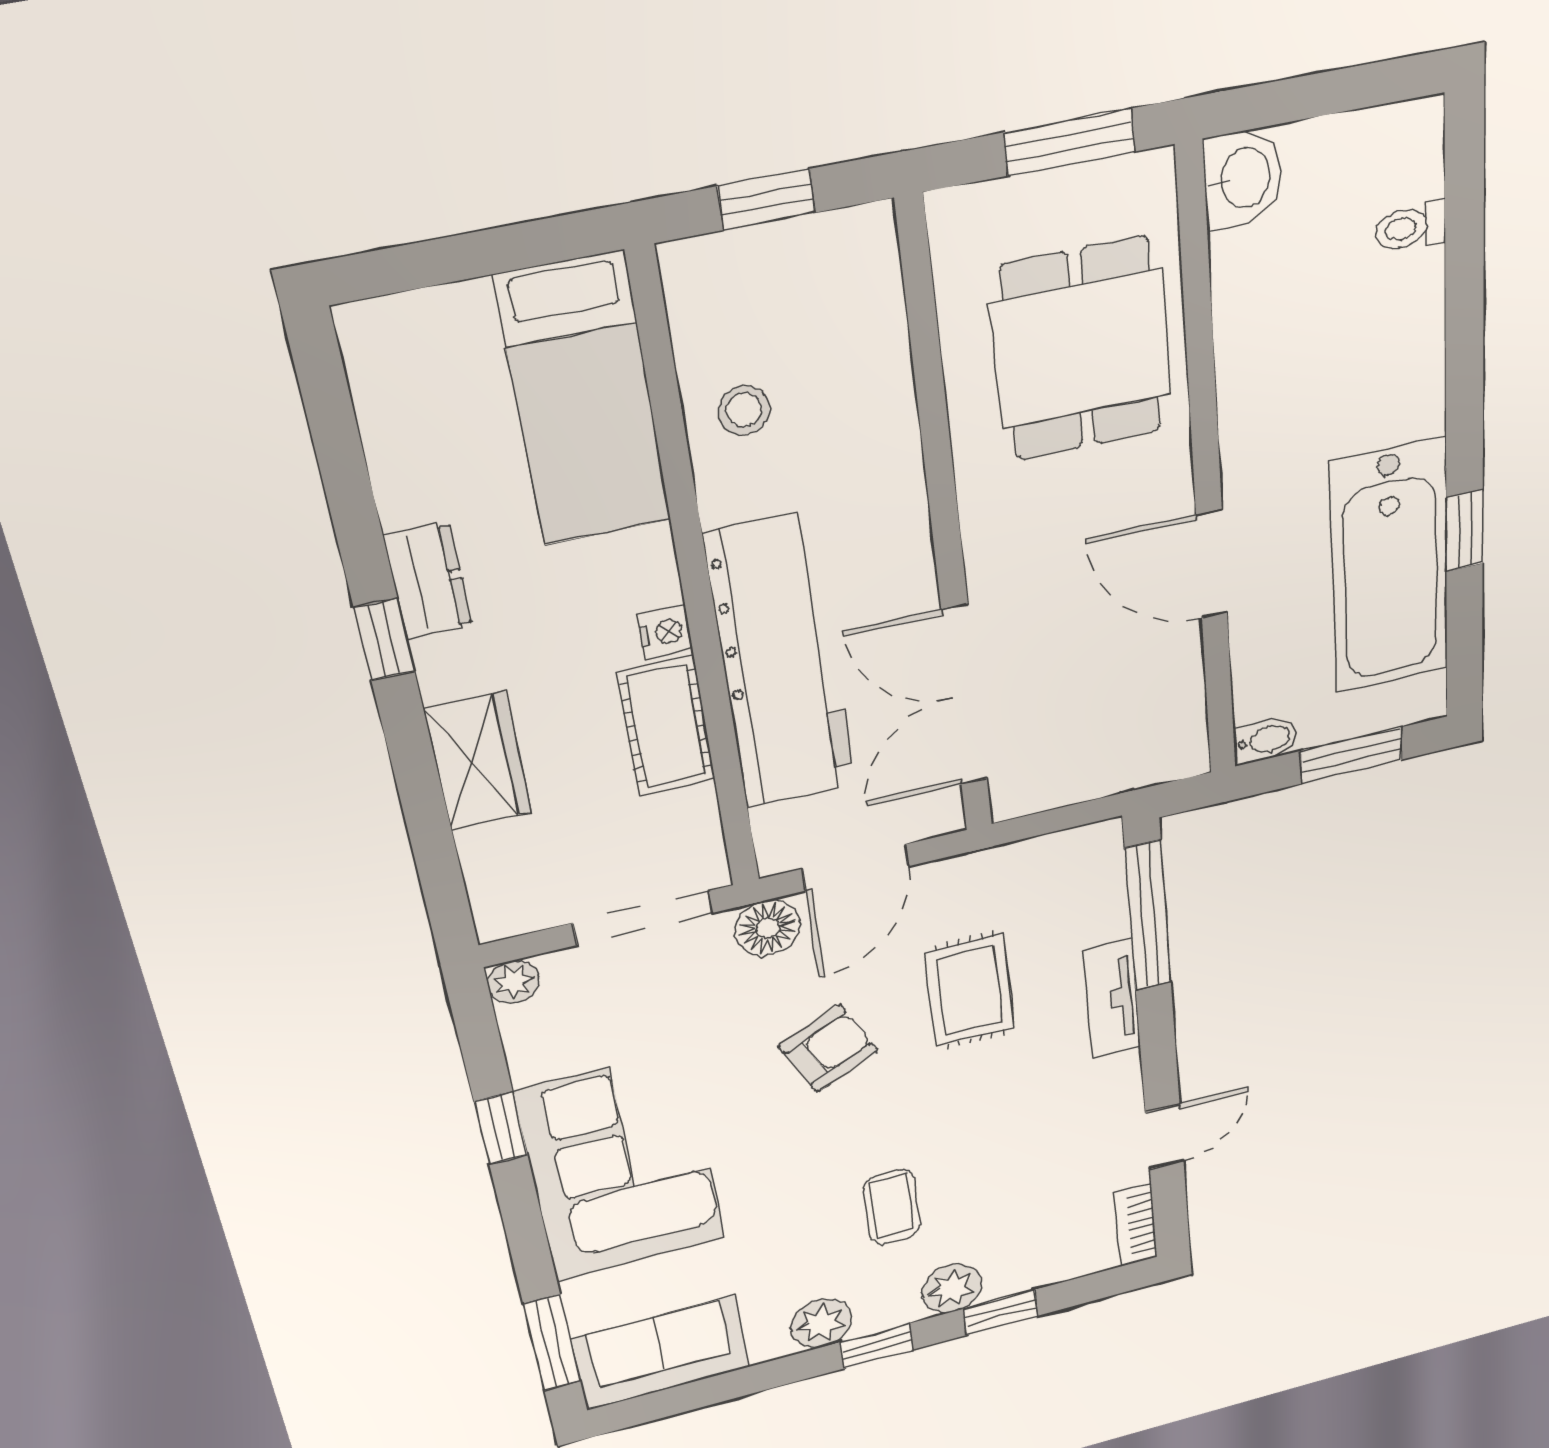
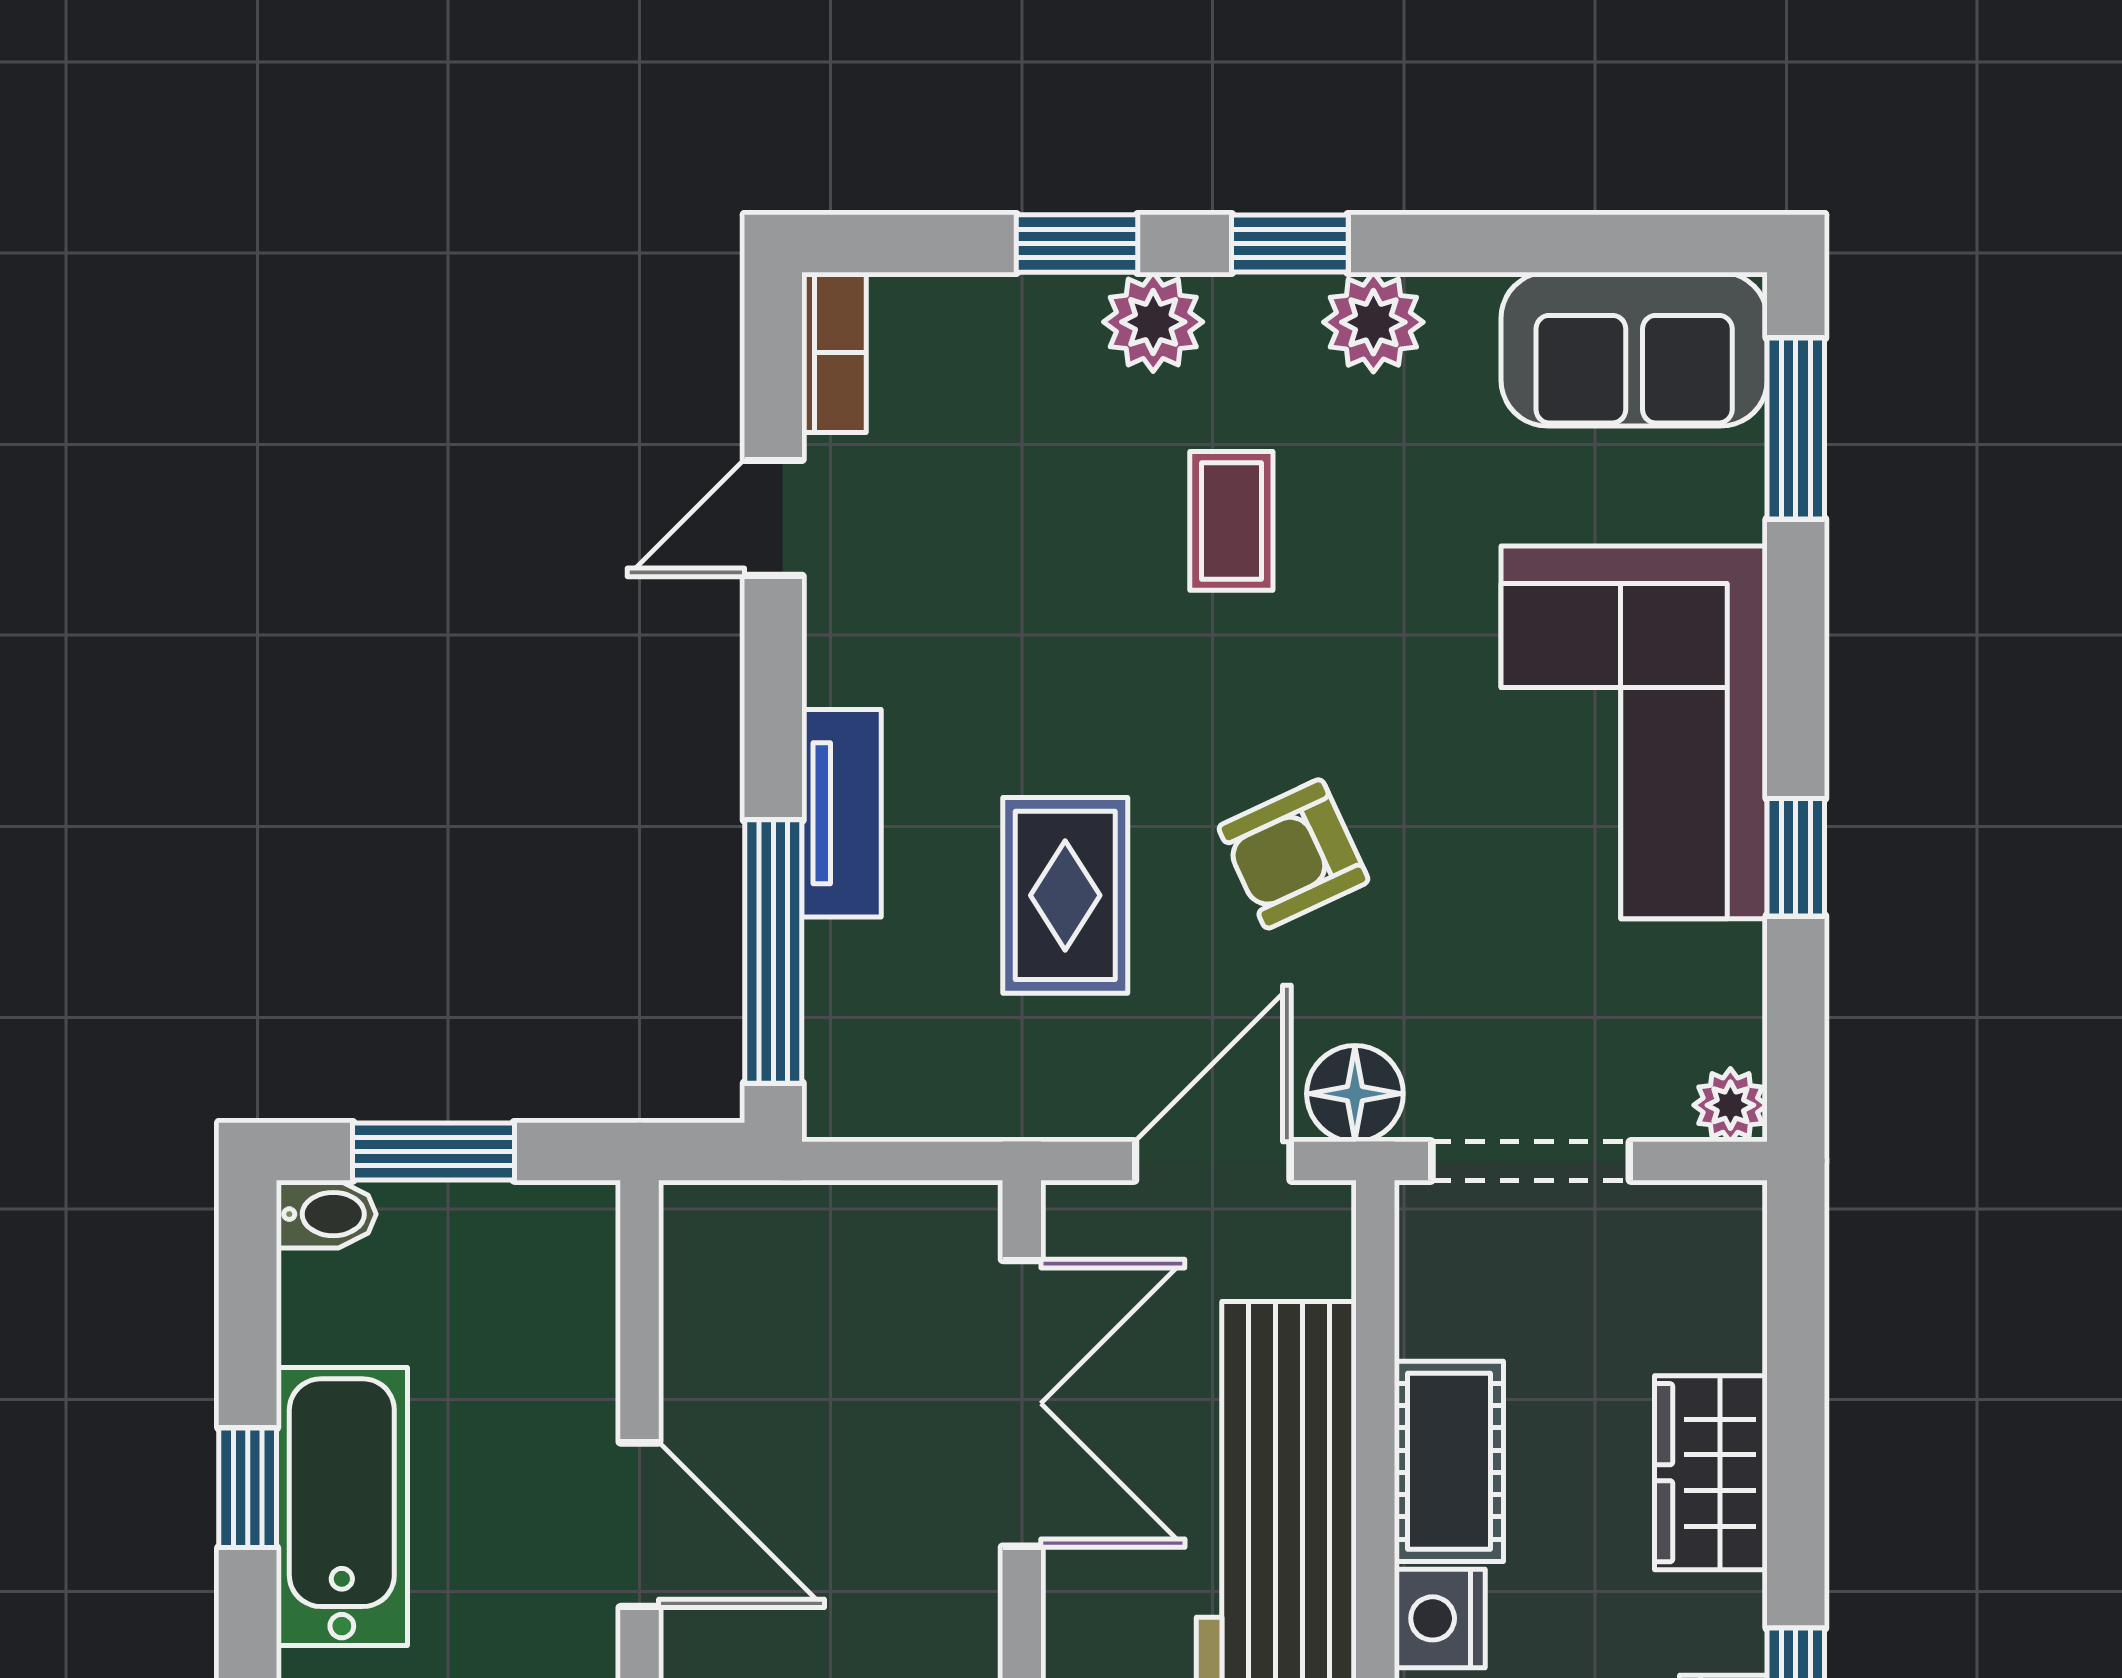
bathtub: (1390, 567) -> (342, 1507), width x0.73, depth x0.73
nightstand: (665, 632) -> (1440, 1618), width x1.39, depth x1.35
bidet: (1265, 740) -> (326, 1214), moved, turned 180

